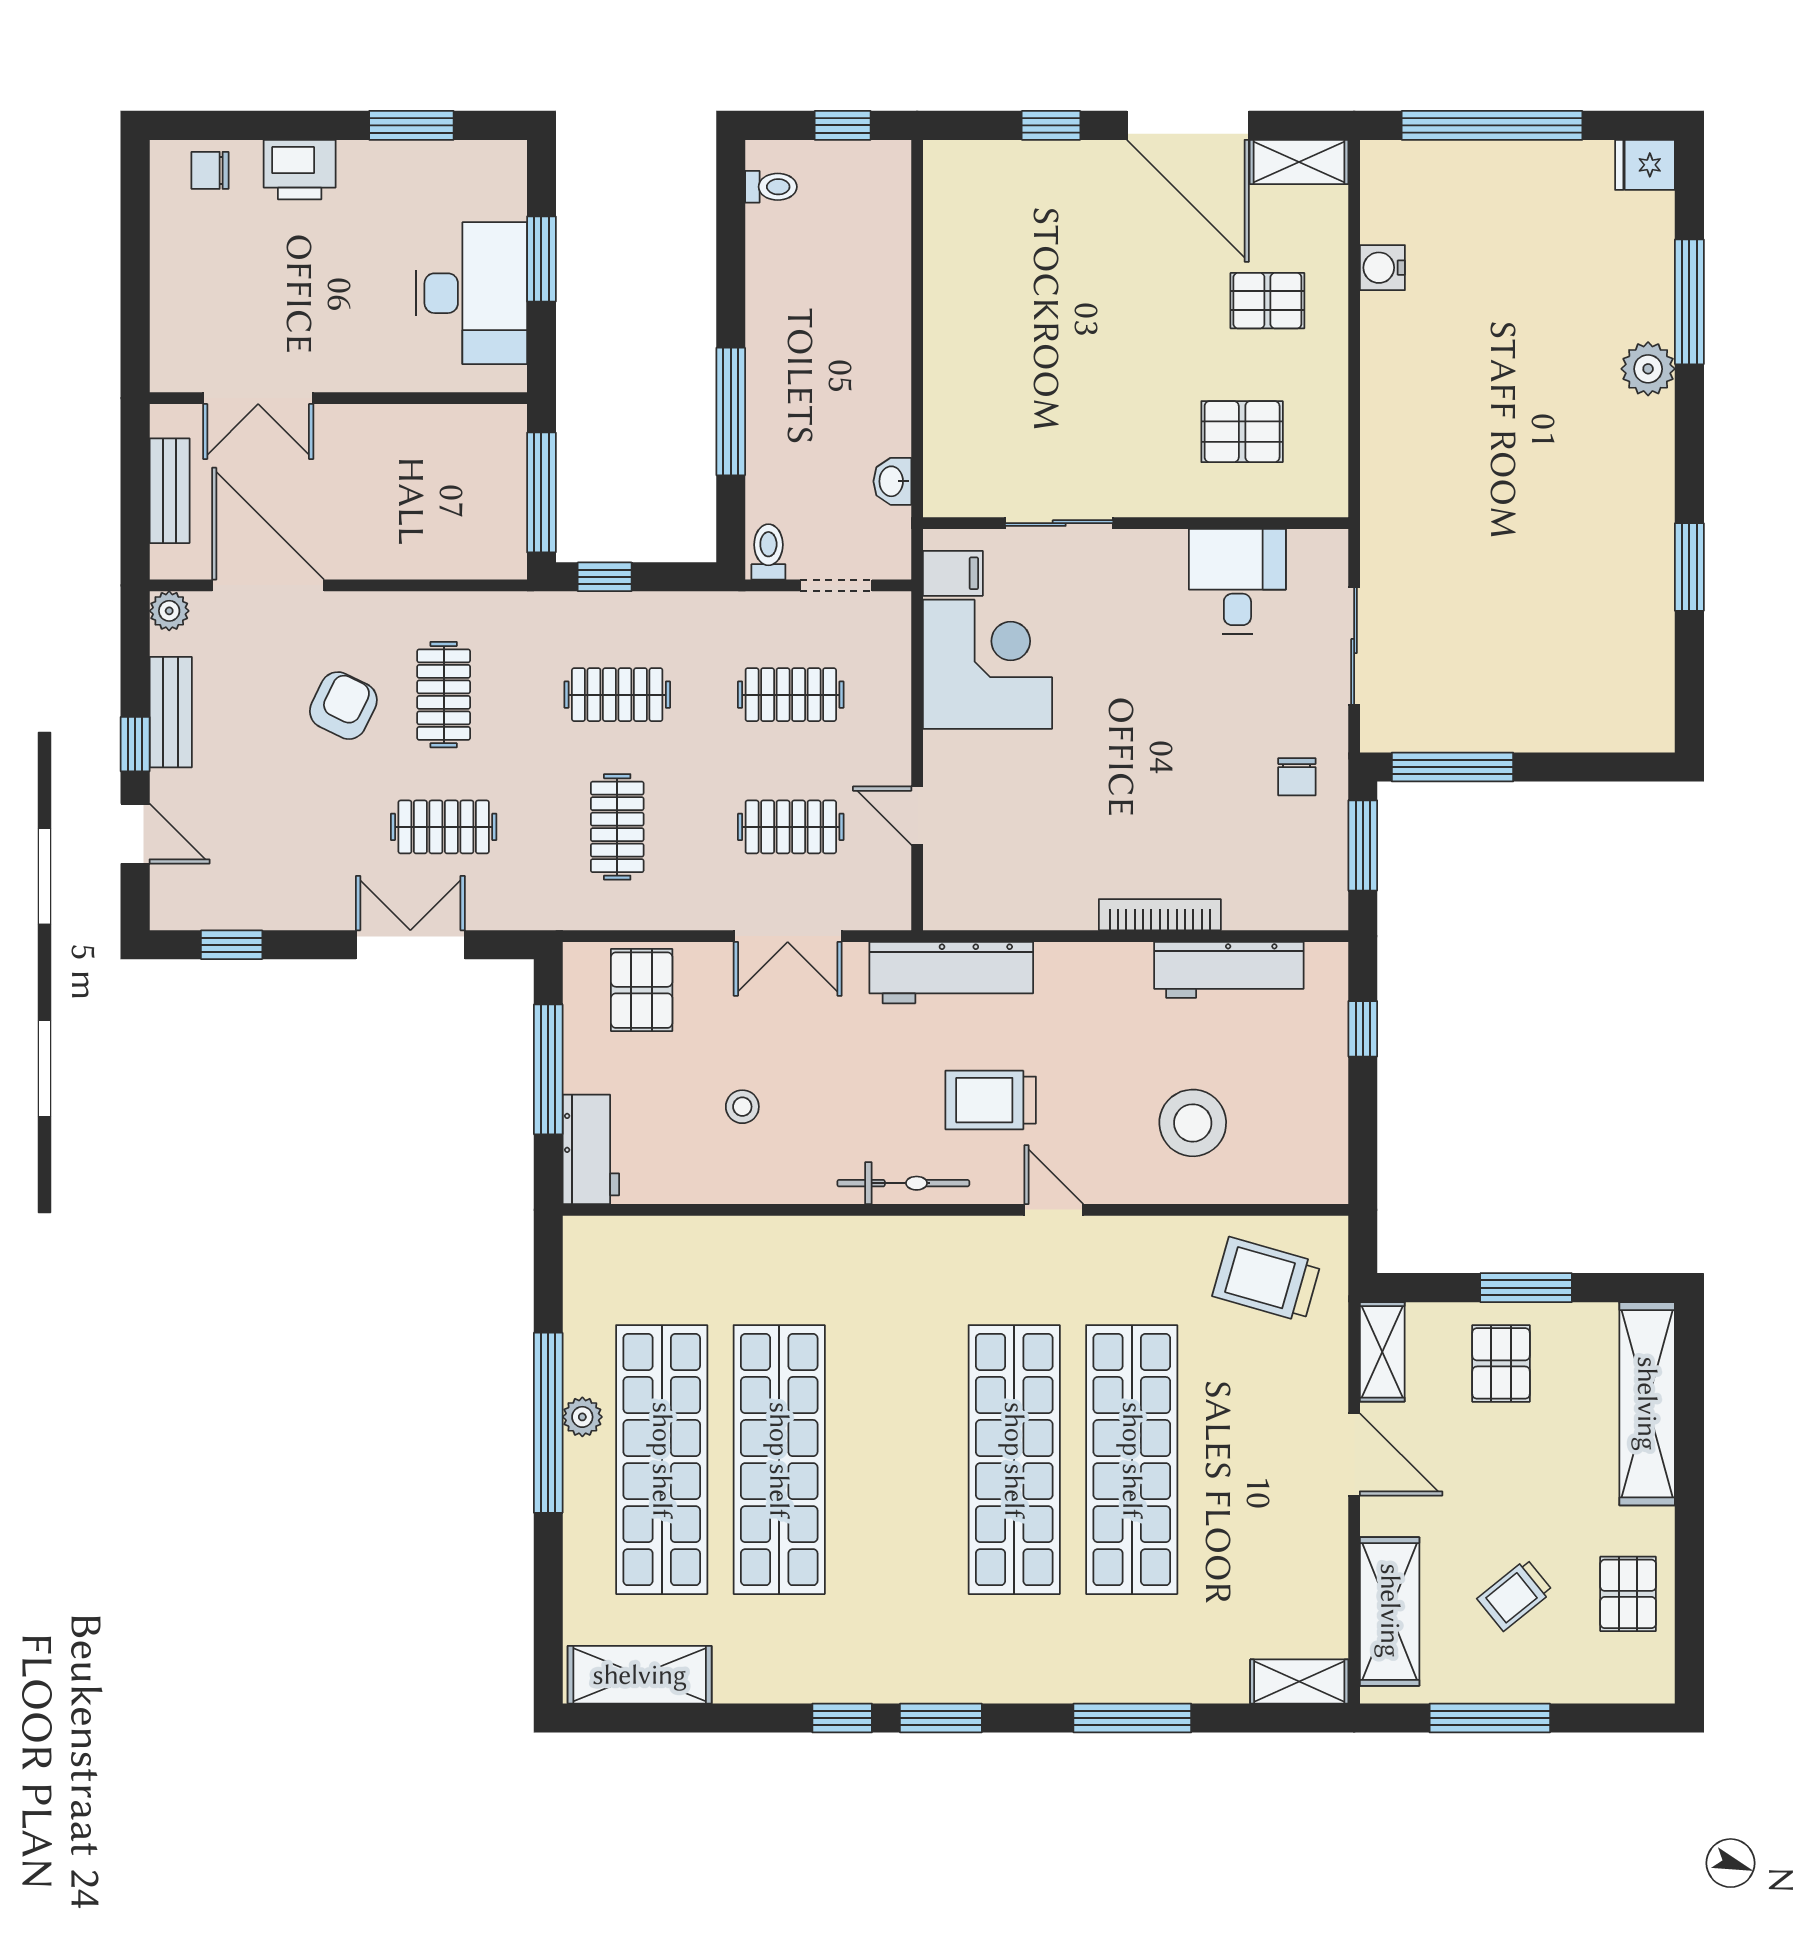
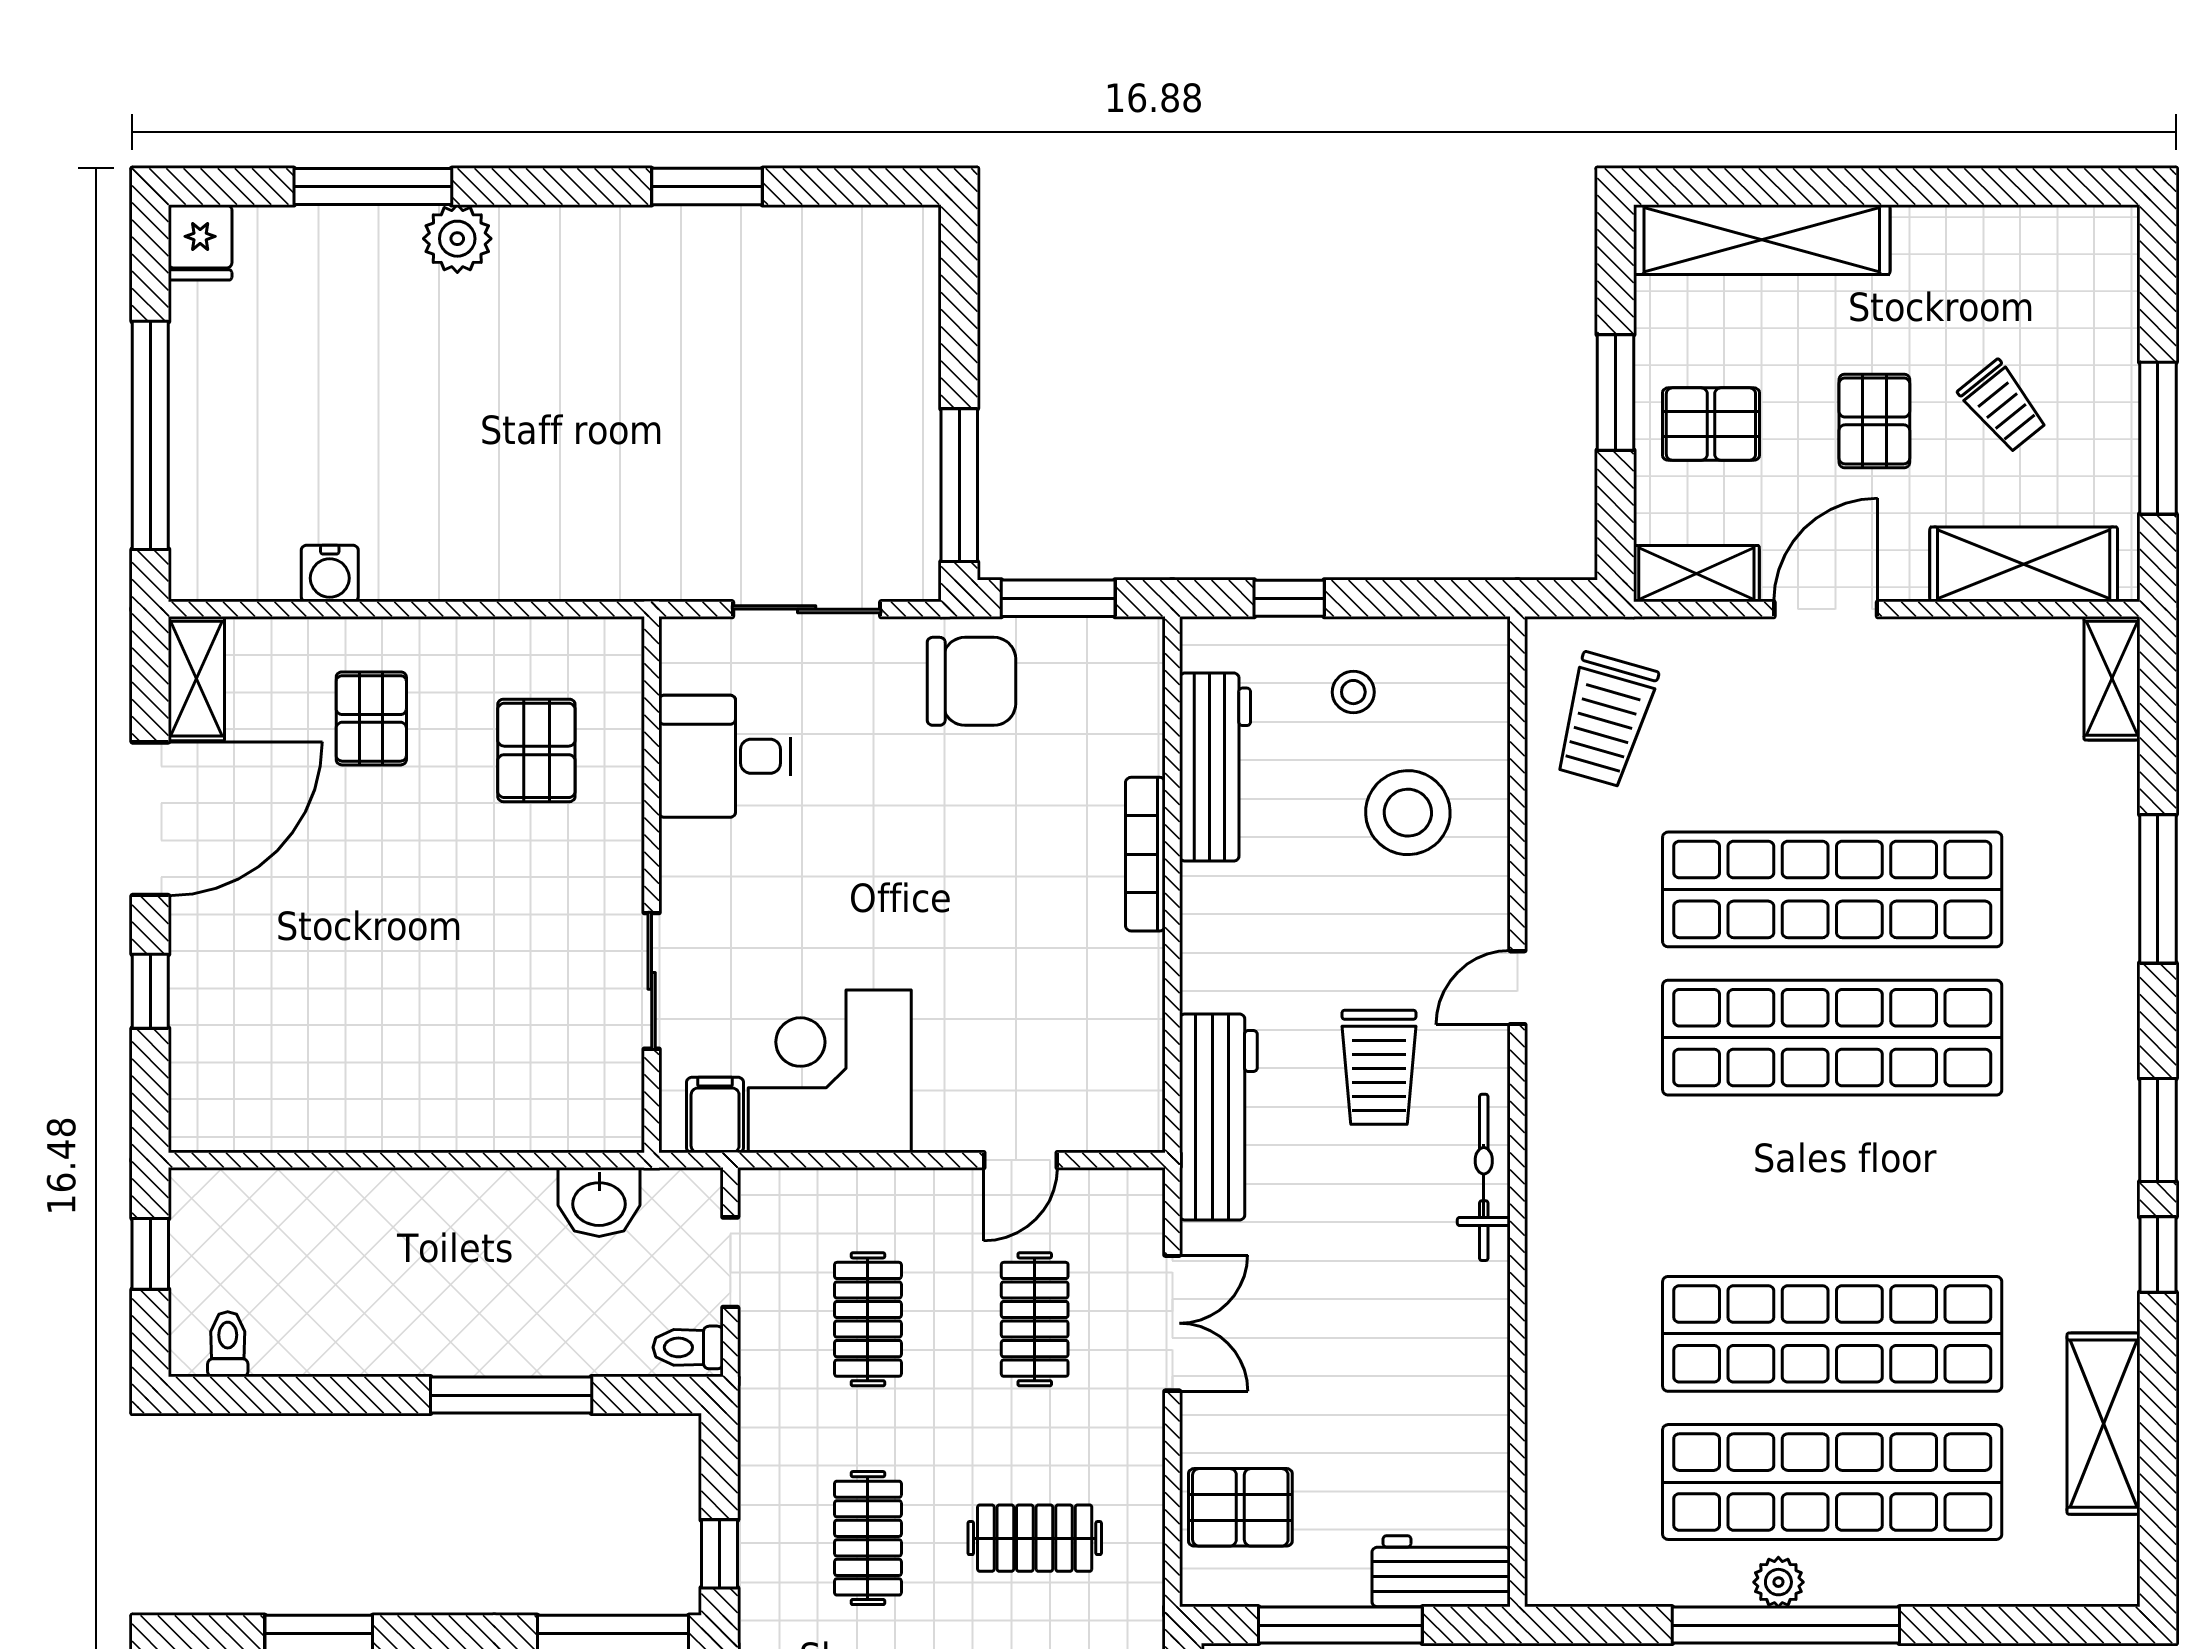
washbasin: (892, 481) -> (599, 1202), width x1.38, depth x1.45
chair: (1297, 777) -> (971, 681), width x1.87, depth x1.87
stool: (742, 1107) -> (1353, 692), moved
pallet: (1628, 1594) -> (1874, 421), moved, turned 90
shelving: (640, 1675) -> (2103, 1424), moved

